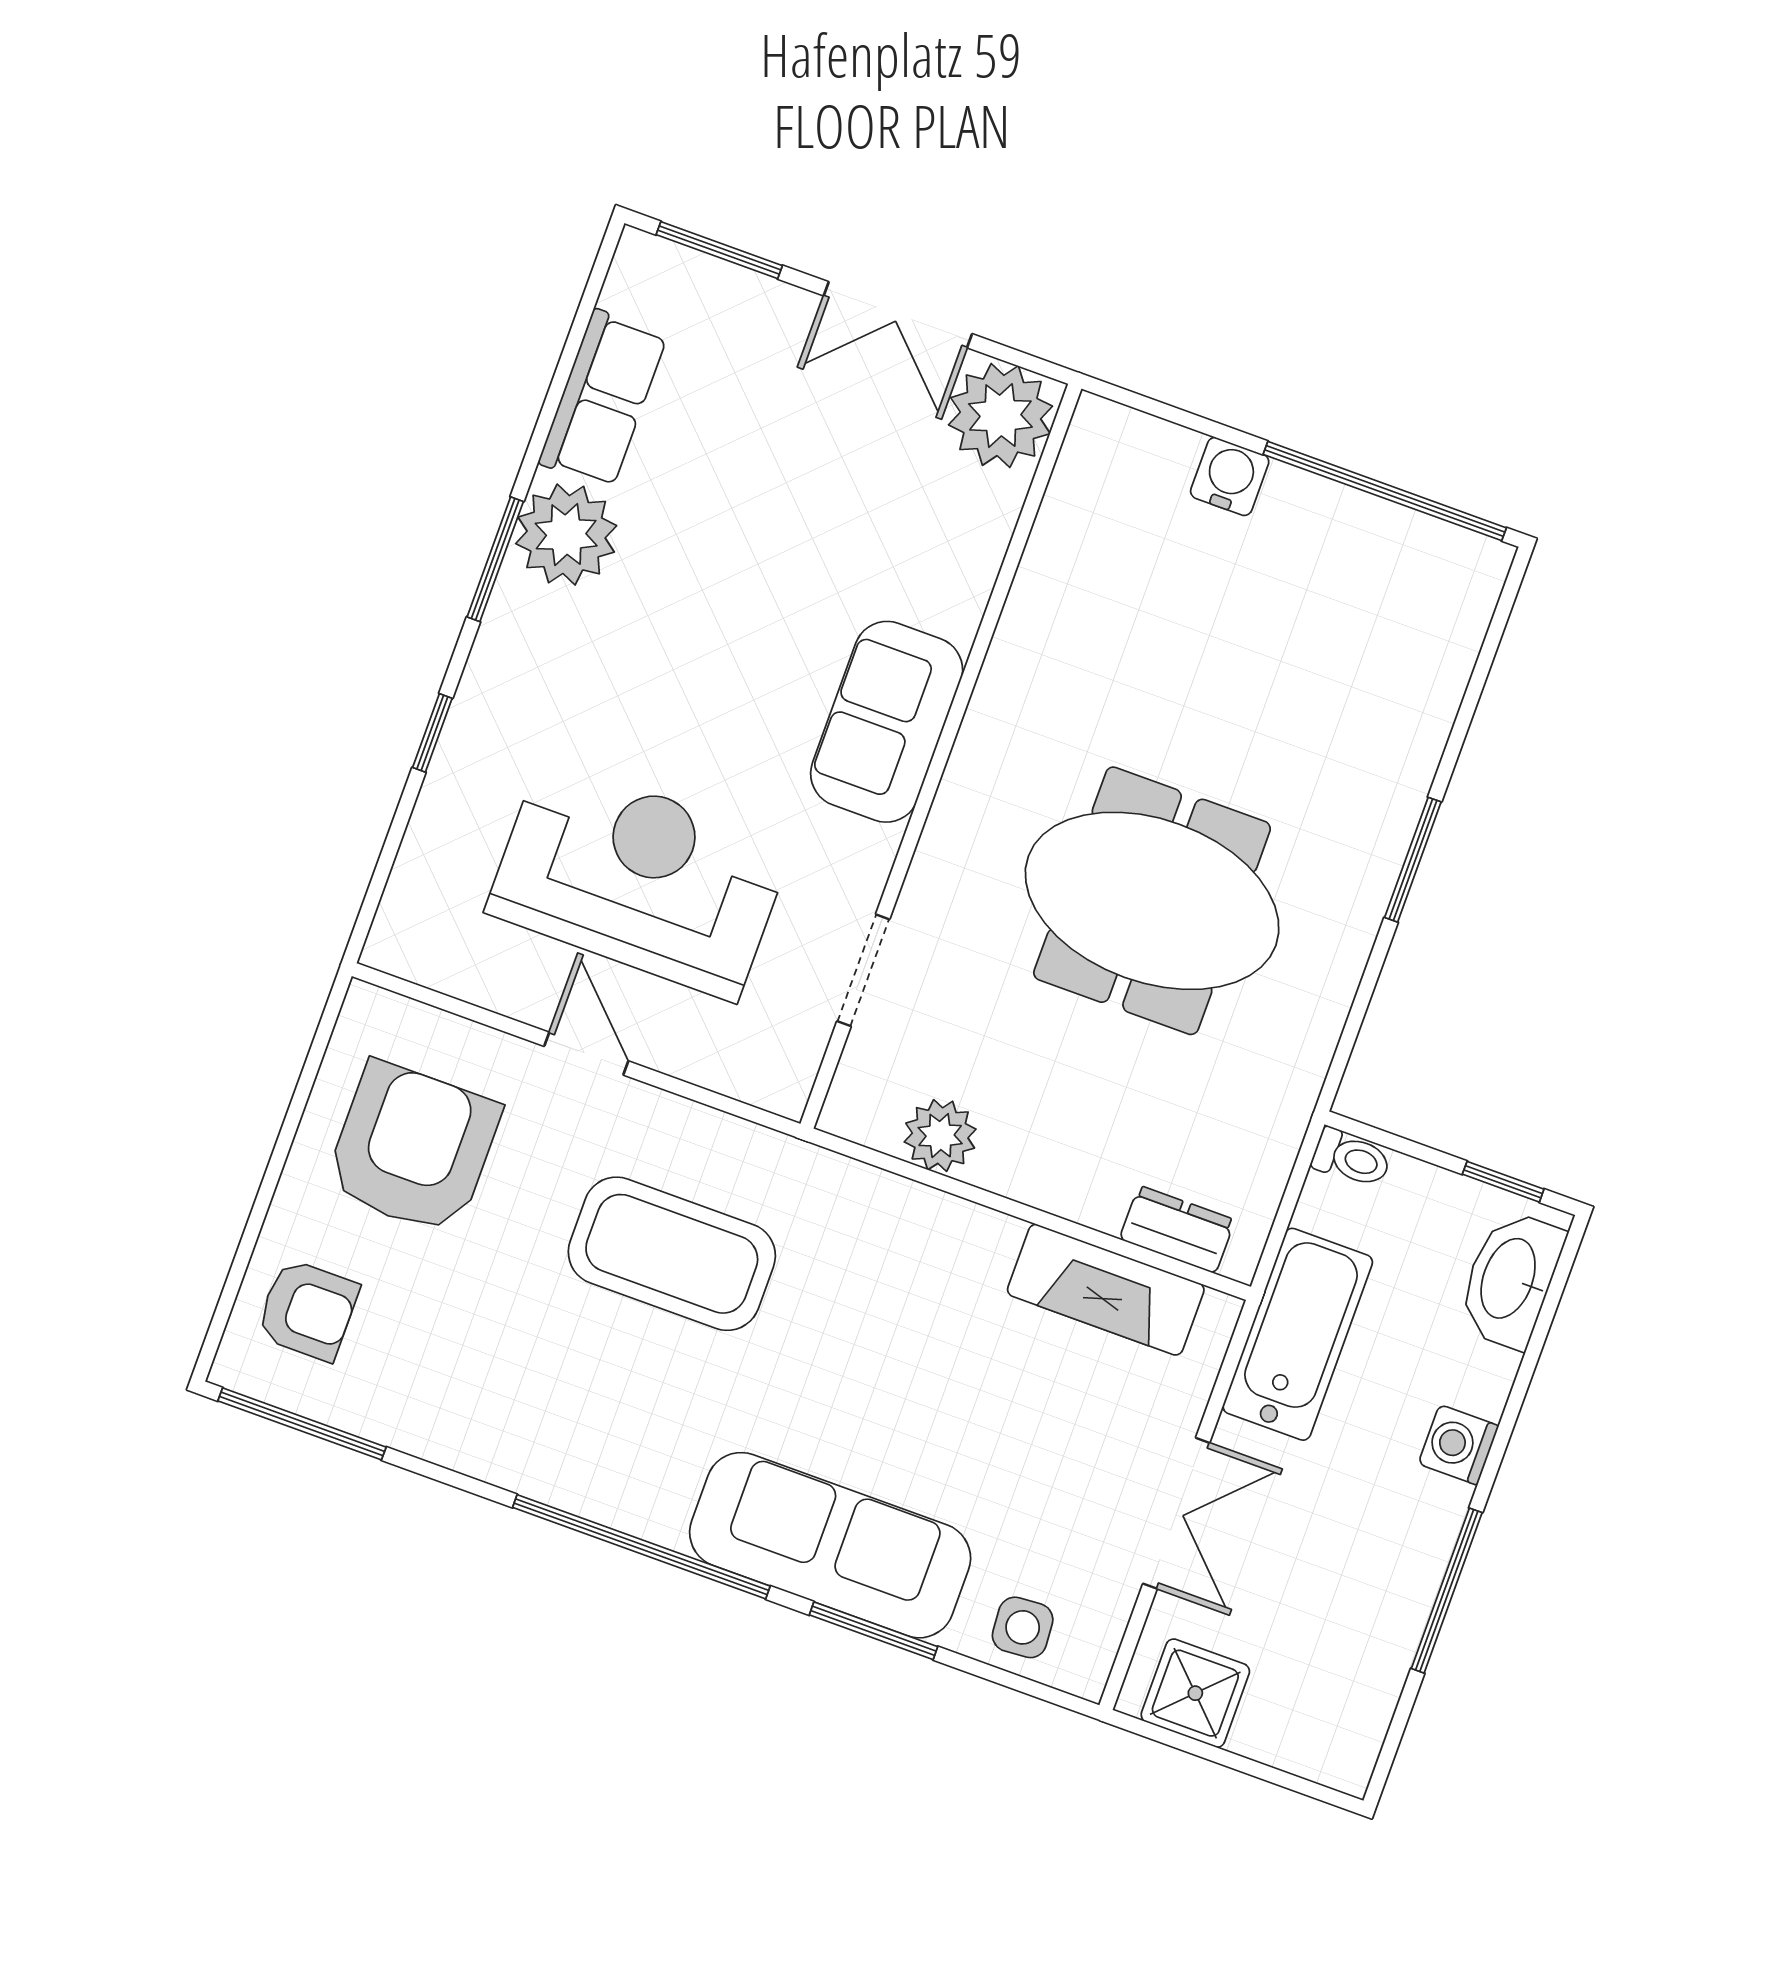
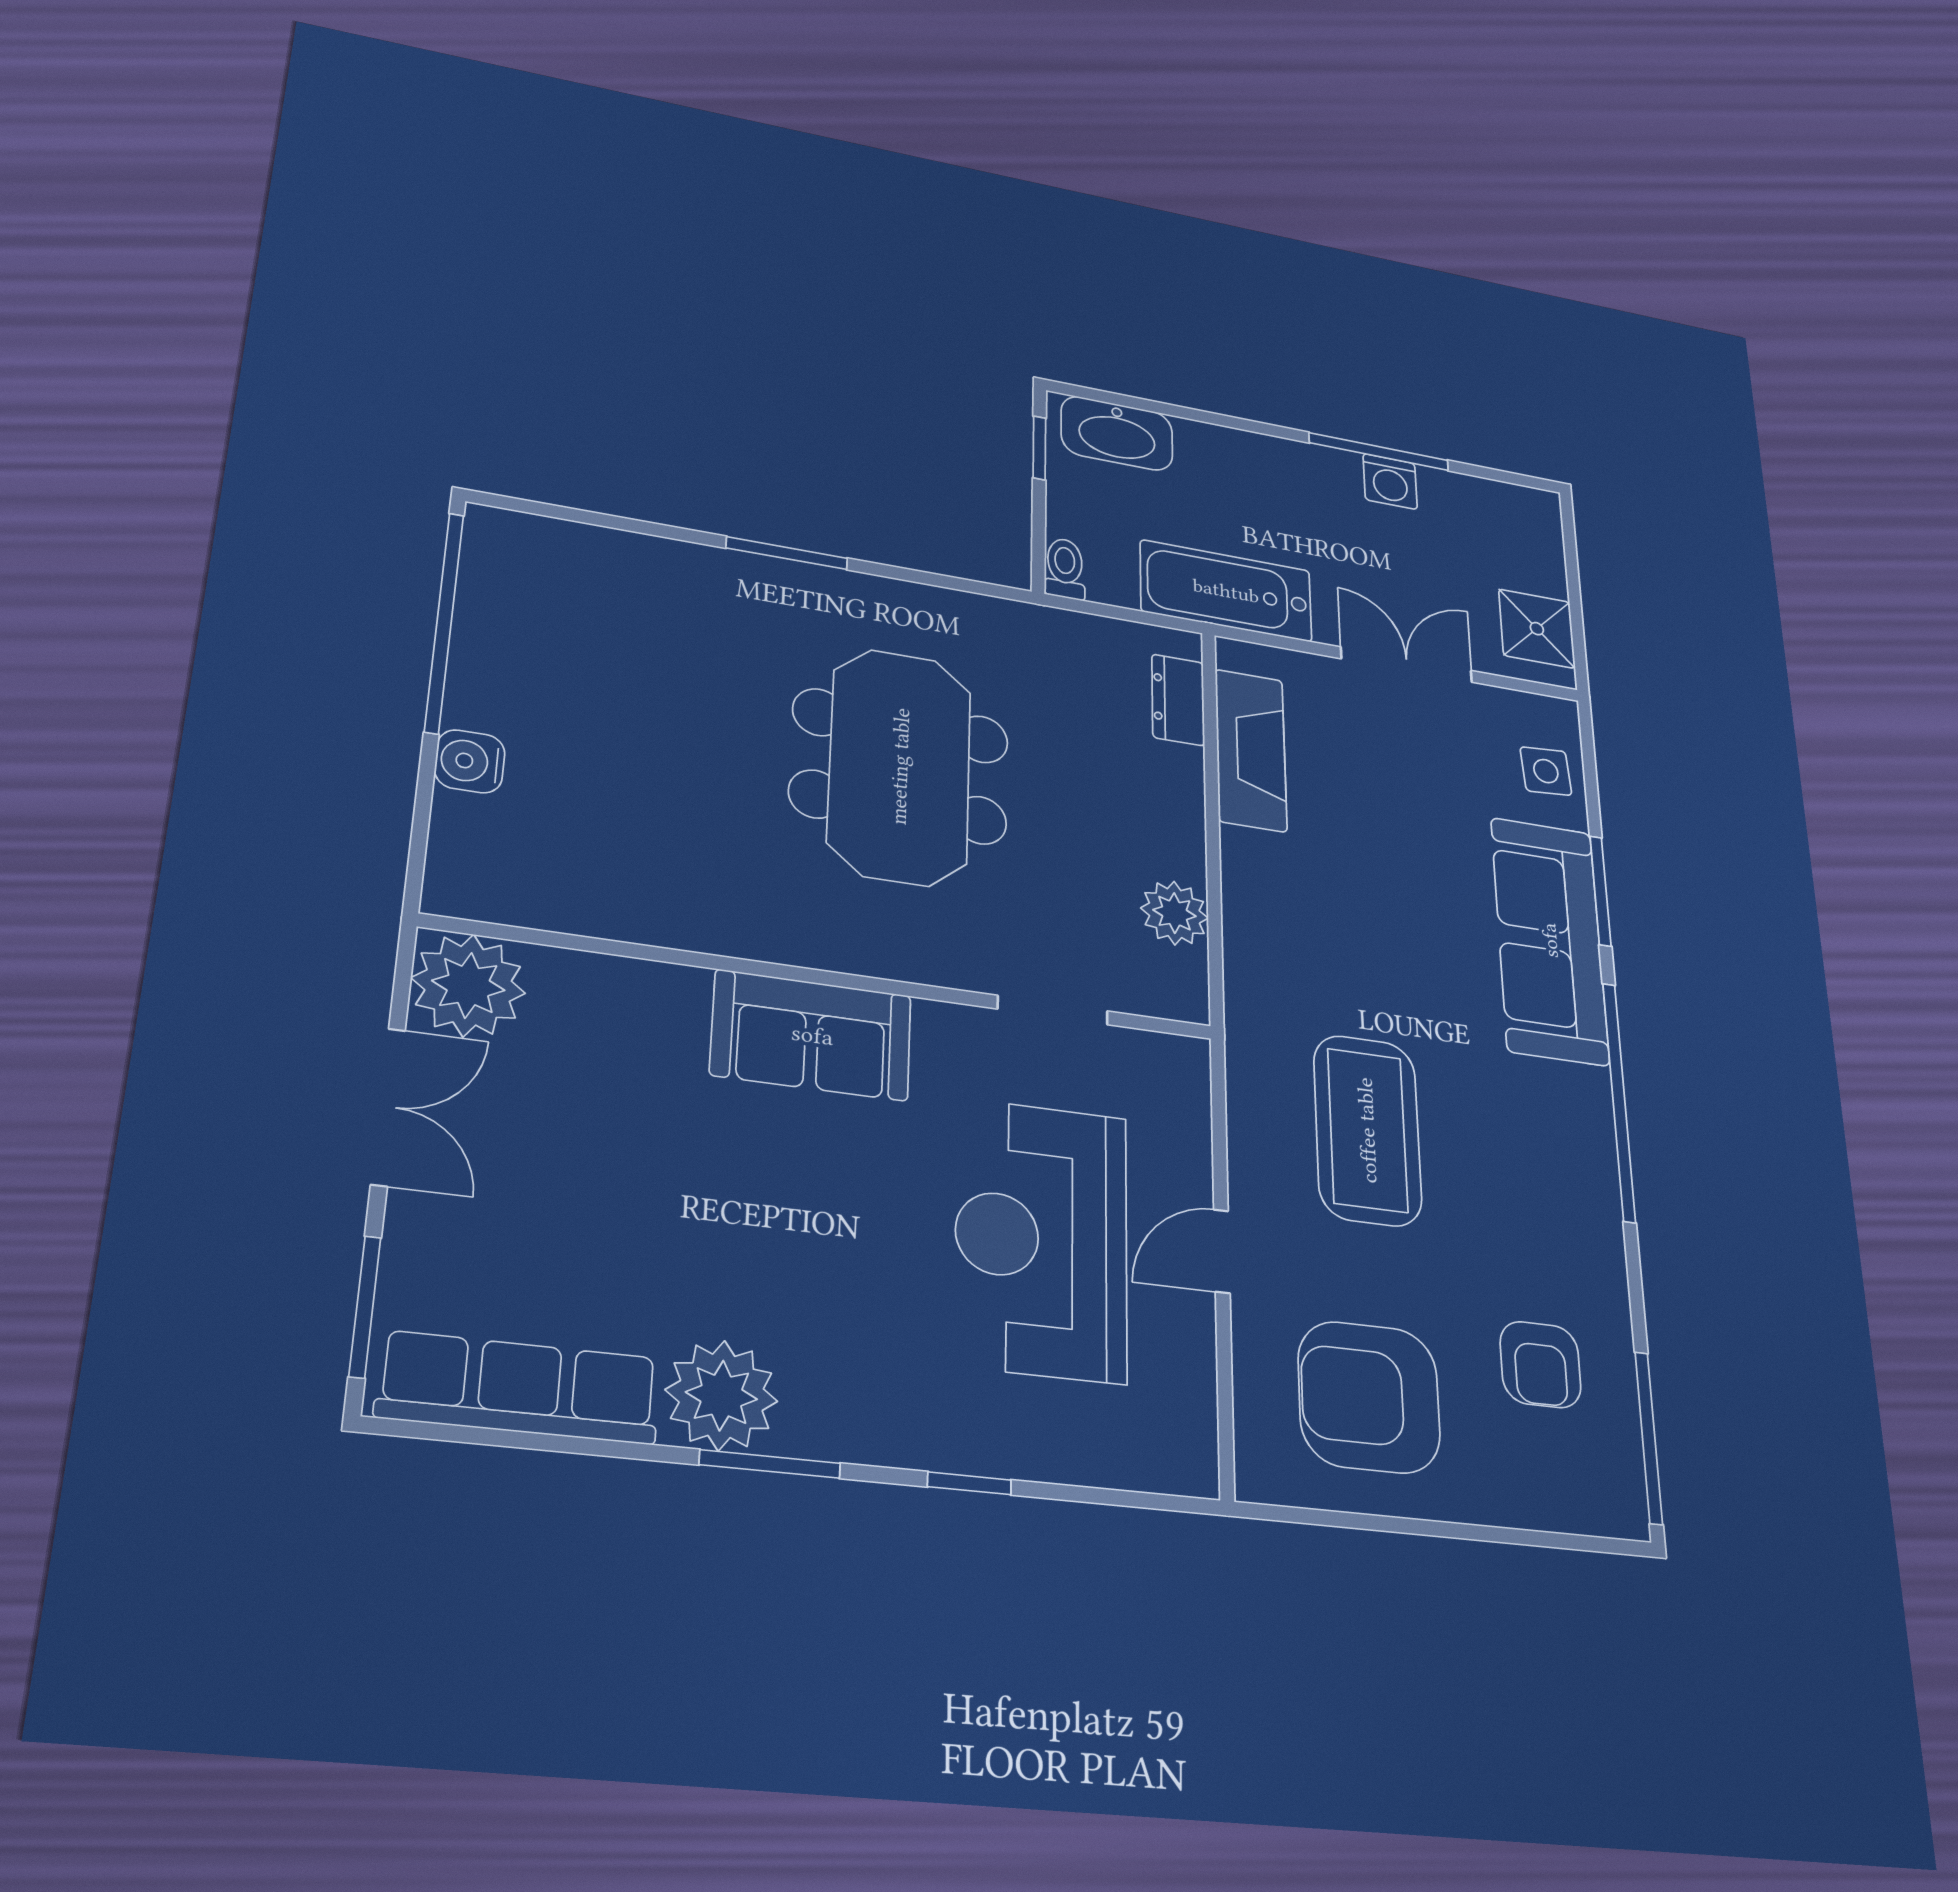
row of seats: (603, 399) -> (519, 1388), width x1.48
armchair: (308, 1310) -> (1540, 1365), moved, turned 180
washing machine: (1458, 1445) -> (1390, 481), moved

